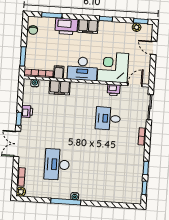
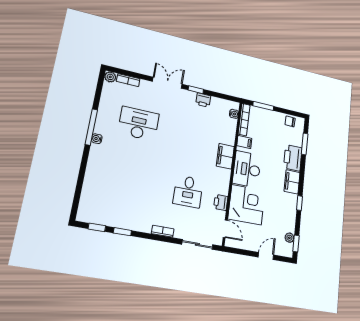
filing cabinet: (60, 88) -> (225, 156), moved
desk: (108, 118) -> (188, 192), turned 180

